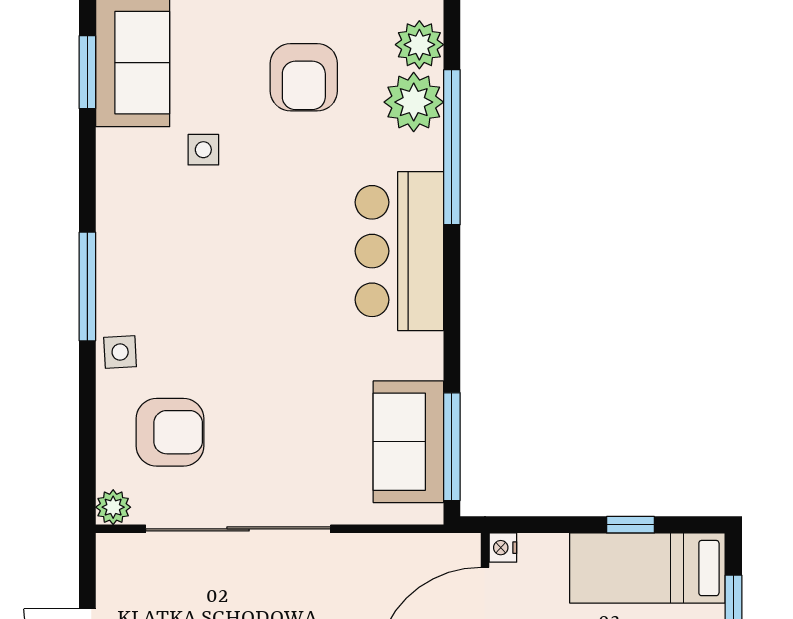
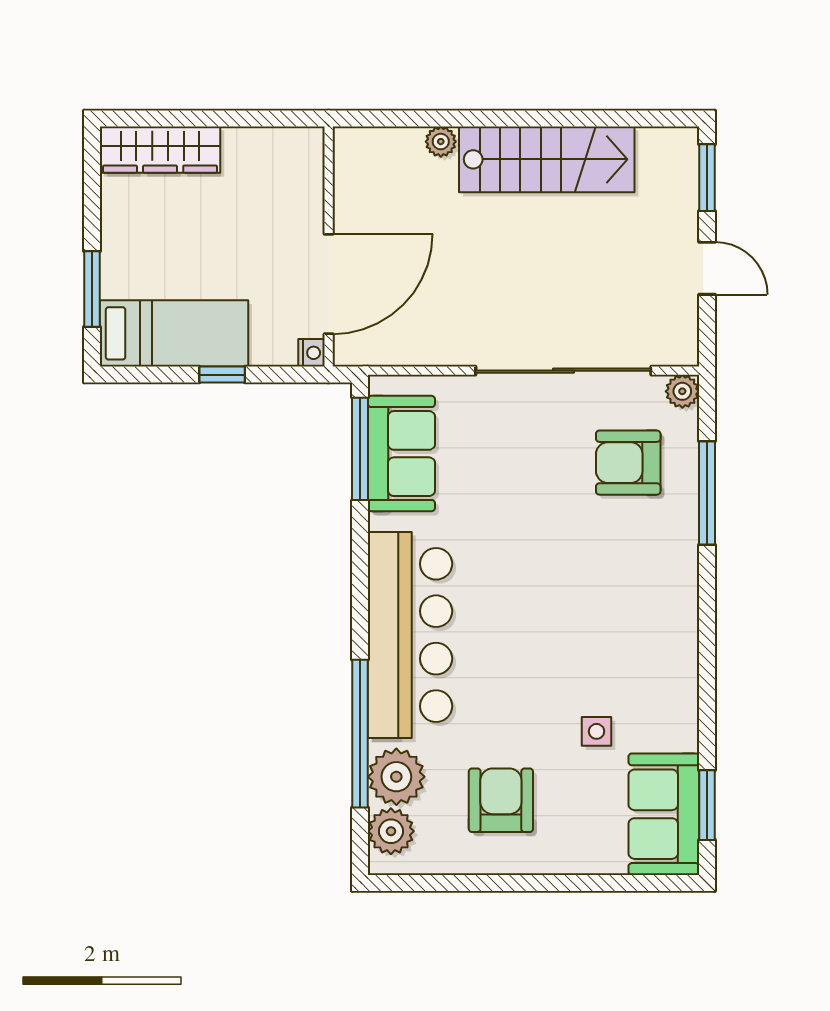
bar counter: (399, 251) -> (410, 635), width x1.36
window: (87, 286) -> (707, 493), moved
side table: (120, 352) -> (676, 539), removed
window: (630, 525) -> (222, 375), moved

